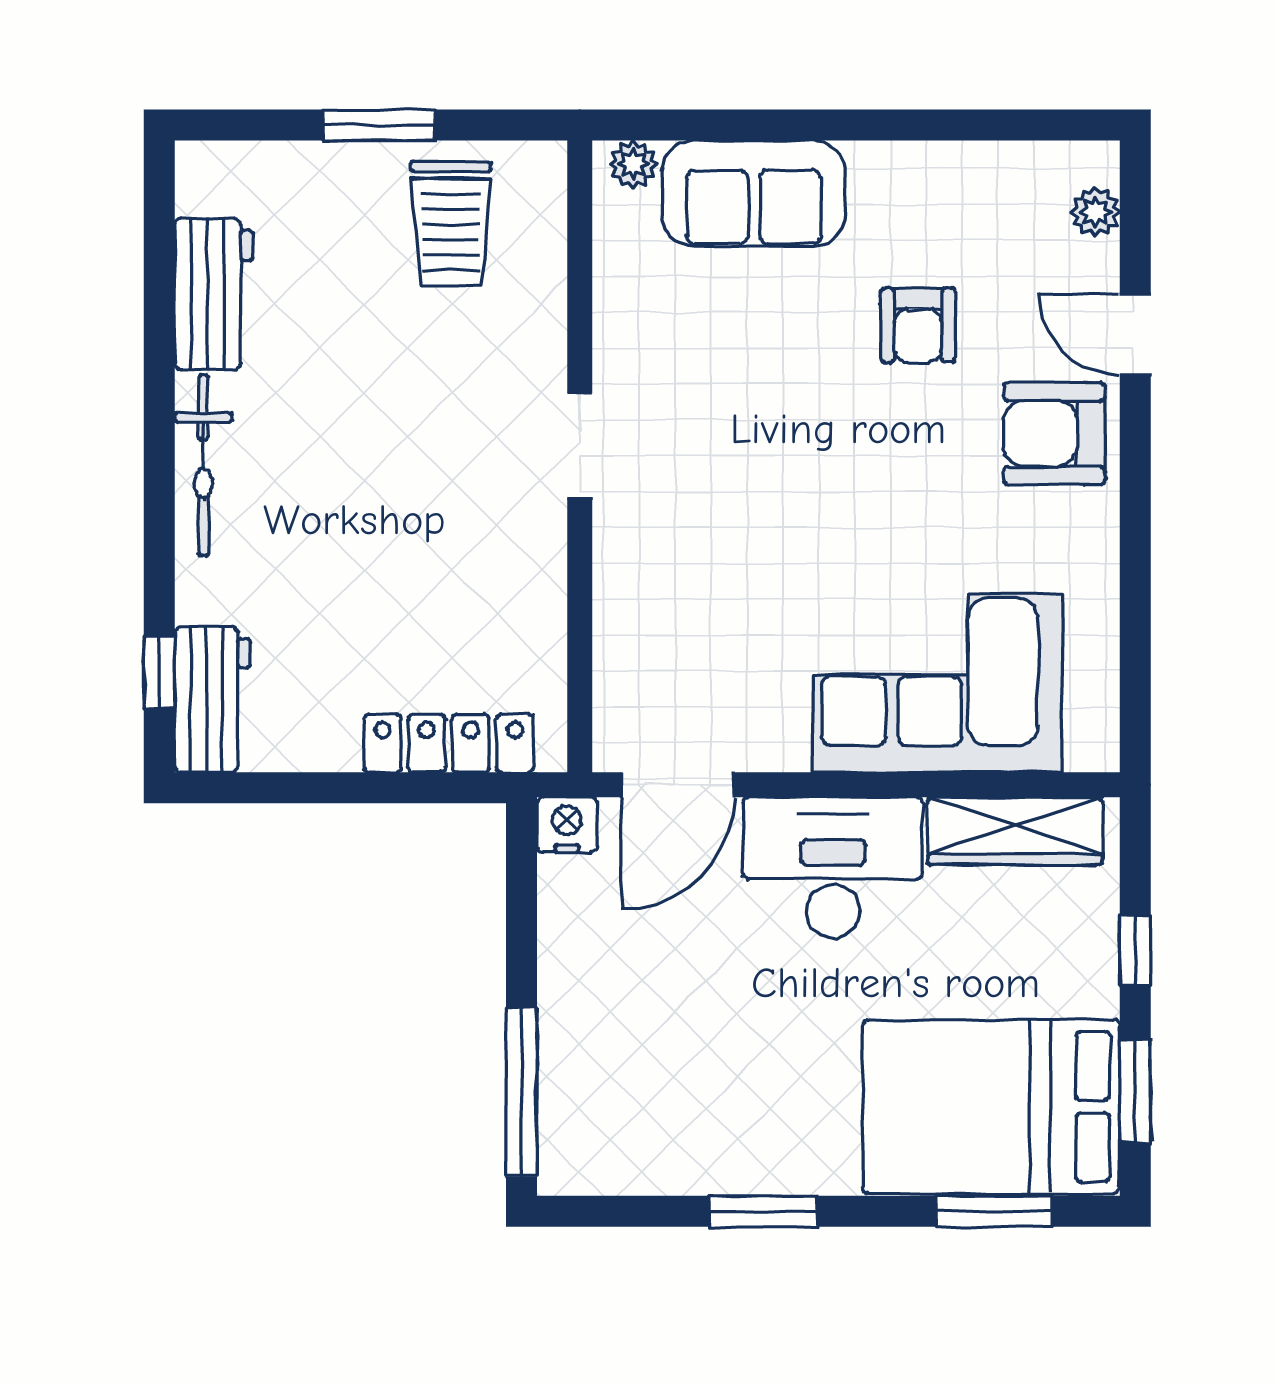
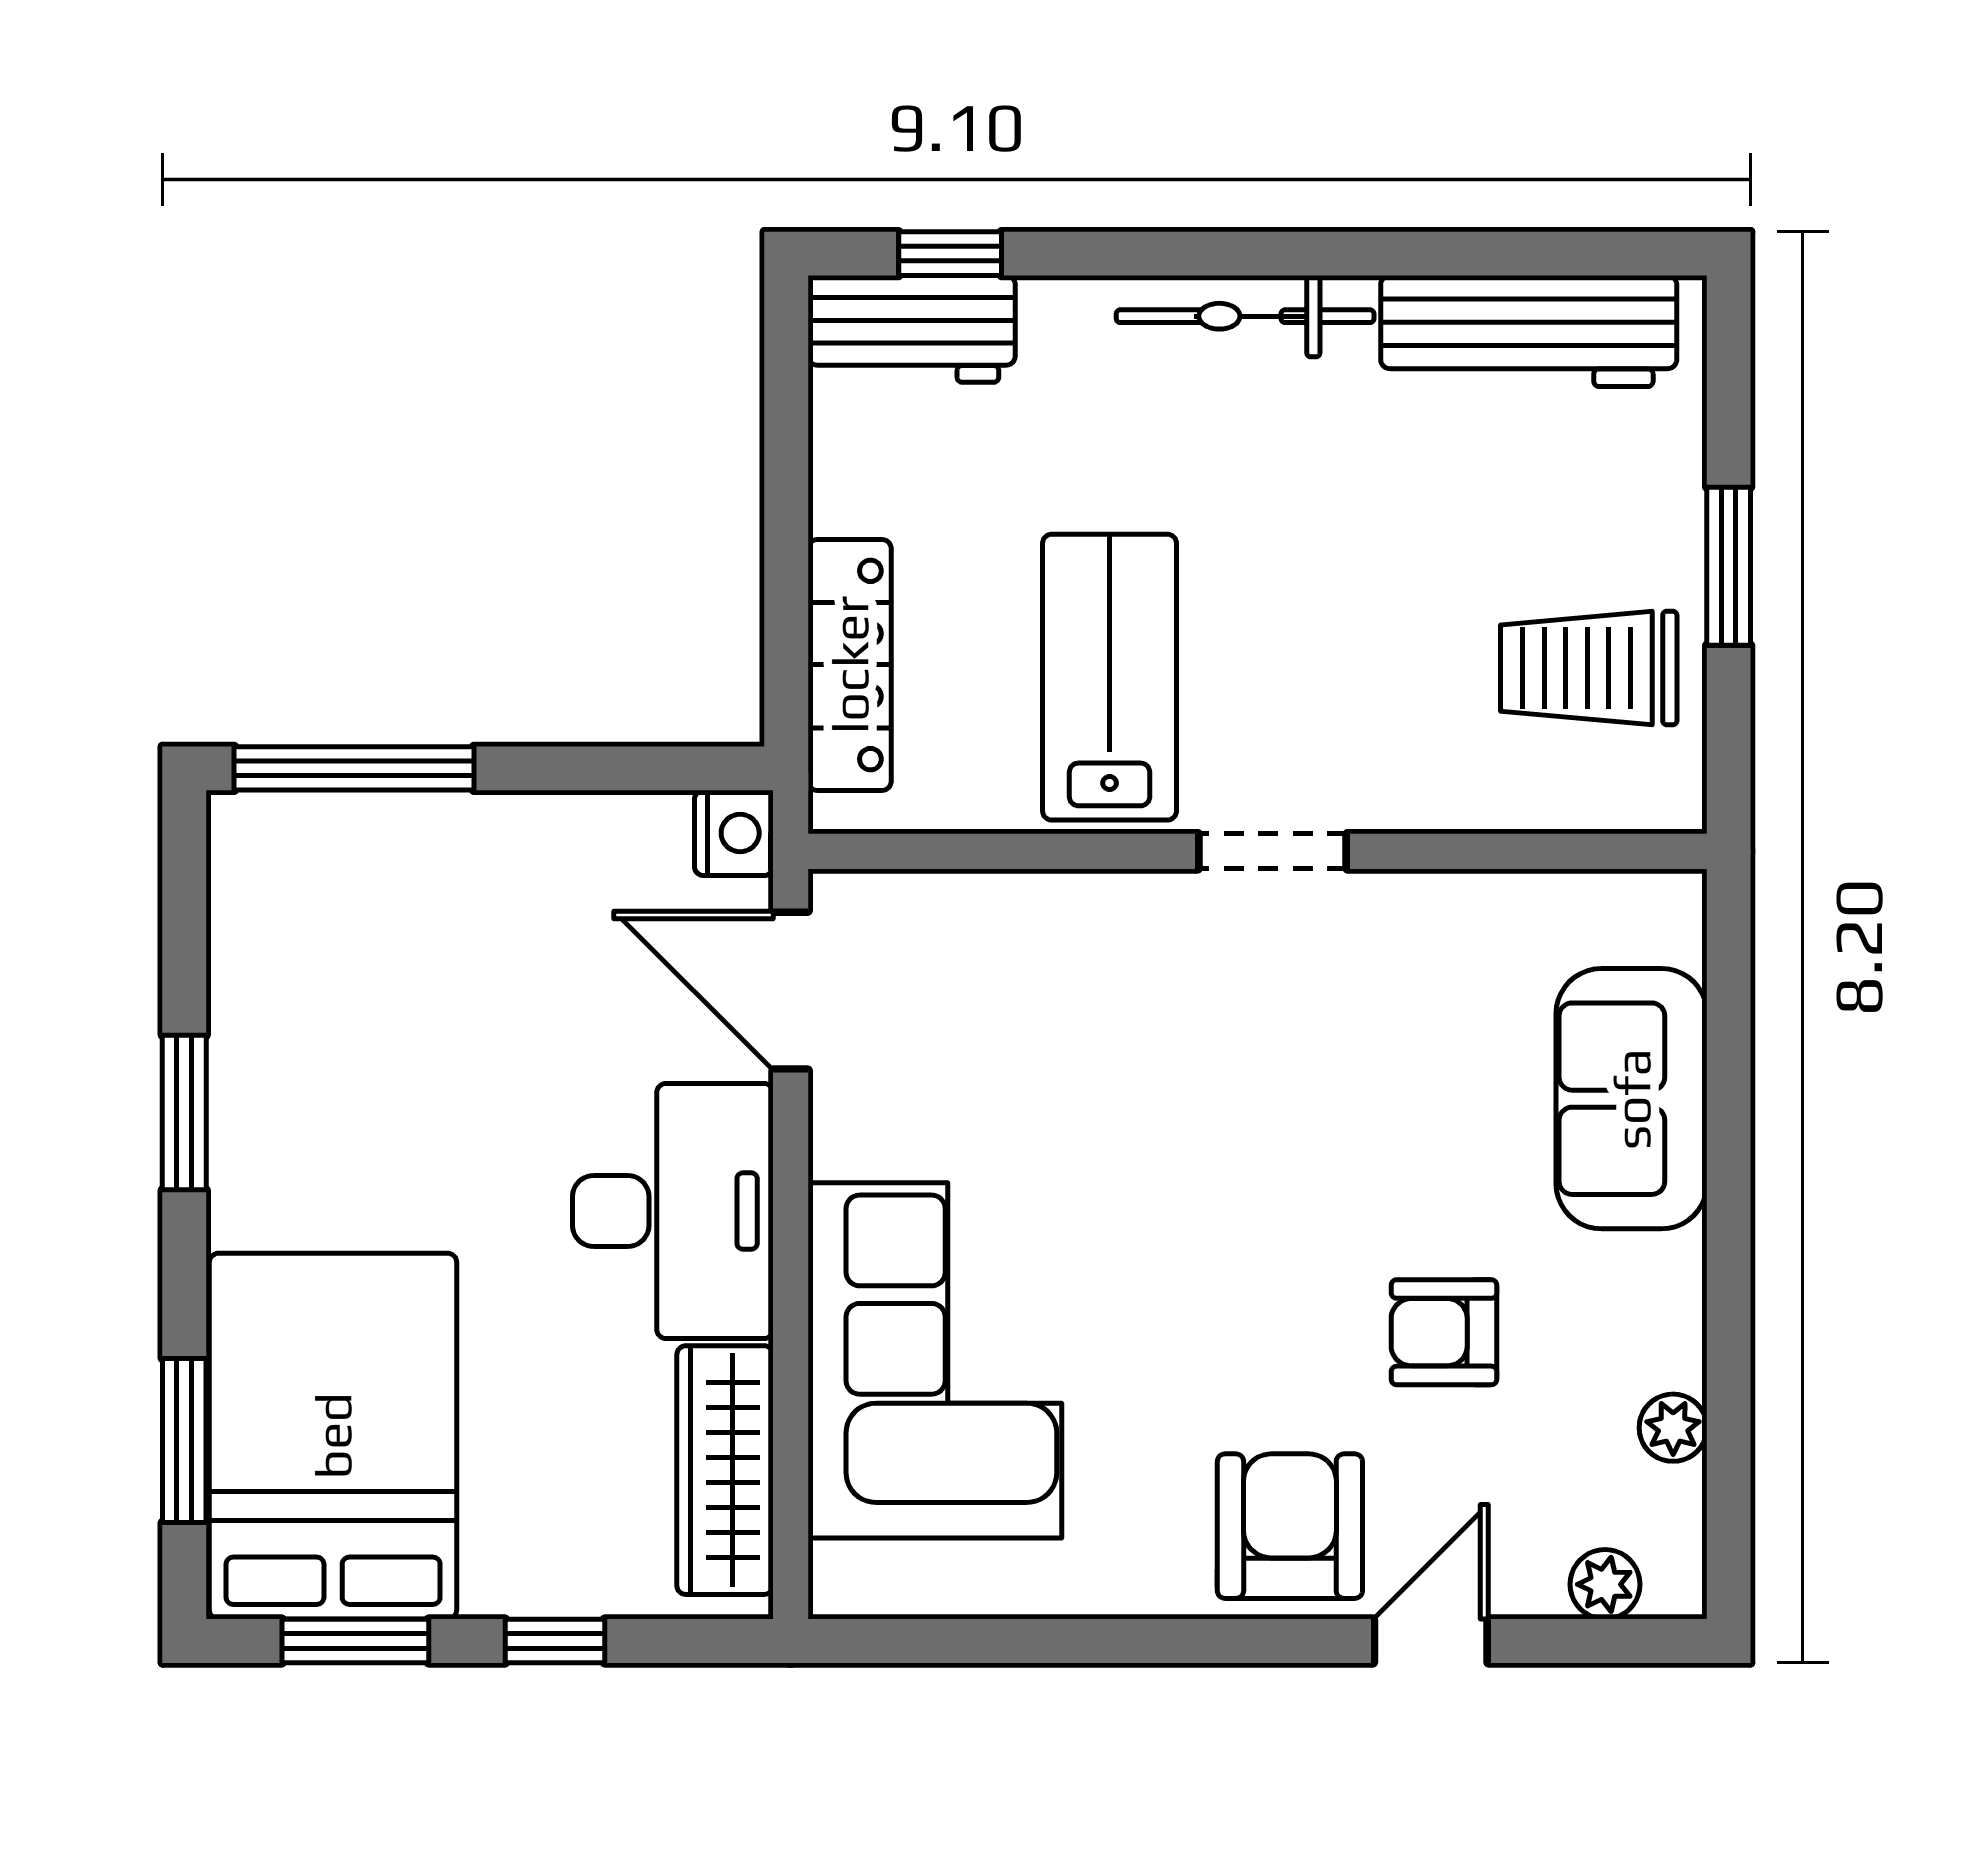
plant: (633, 164) -> (1673, 1428), moved
workbench: (214, 294) -> (1529, 331), width x1.37
lab bench: (457, 560) -> (1110, 677), added

